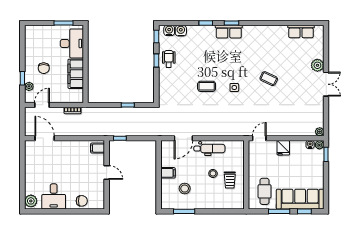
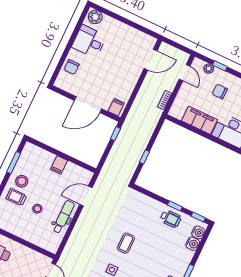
door: (183, 138) -> (86, 196), hinge flipped
dental chair: (209, 149) -> (64, 217), turned 180
door: (107, 172) -> (88, 105), width x1.88
trolley: (230, 180) -> (16, 197), moved
stool: (185, 189) -> (22, 181), moved

